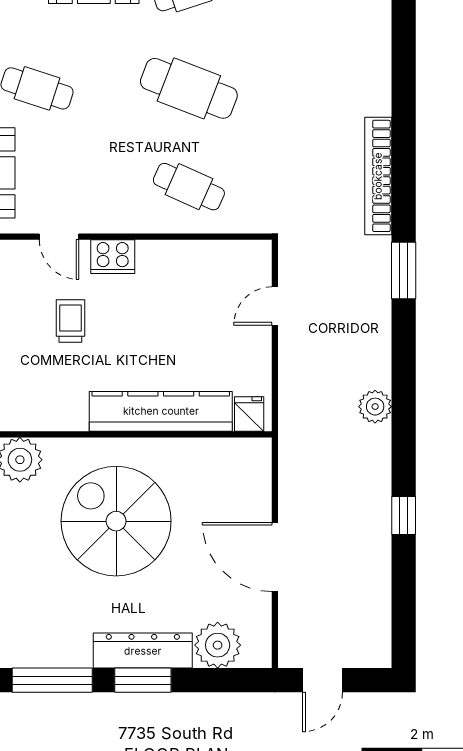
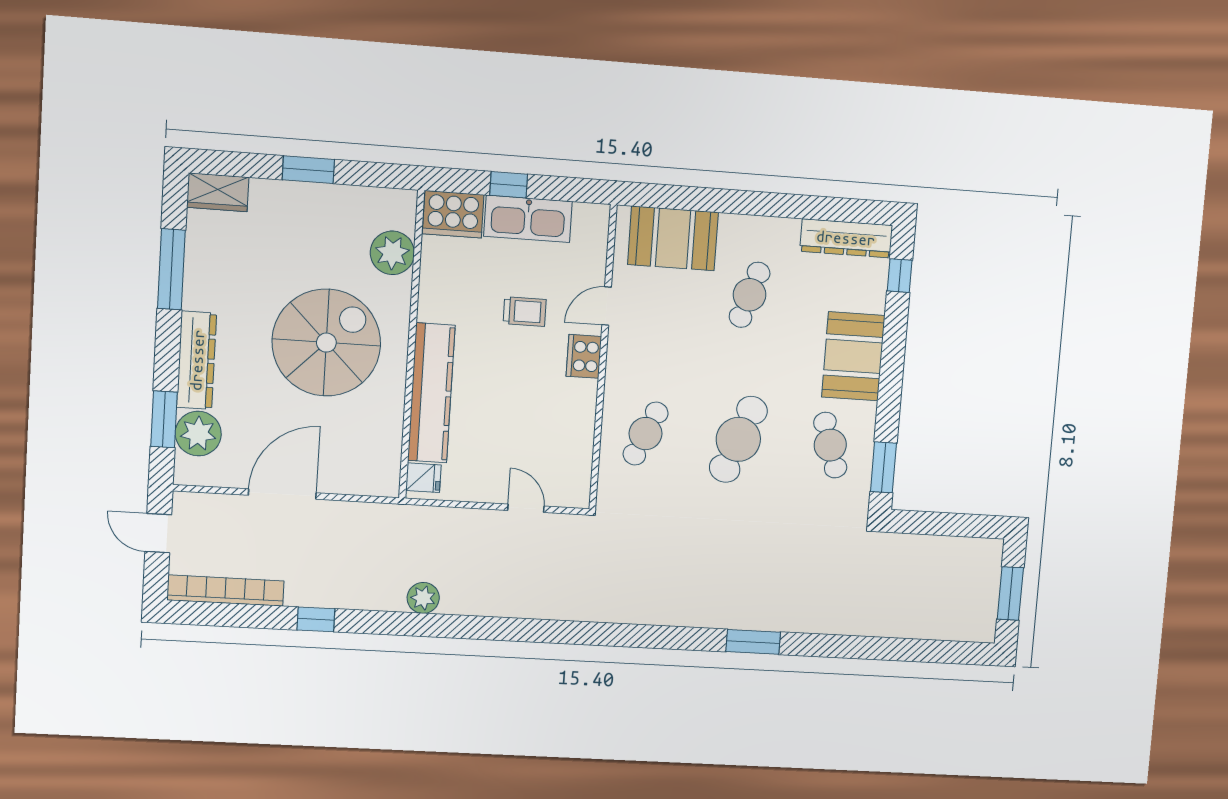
bookcase: (378, 176) -> (226, 590), moved
window: (404, 271) -> (753, 642), moved
window: (143, 680) -> (164, 419), moved

